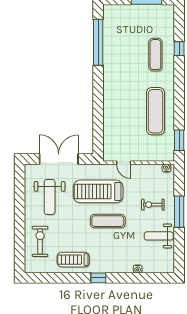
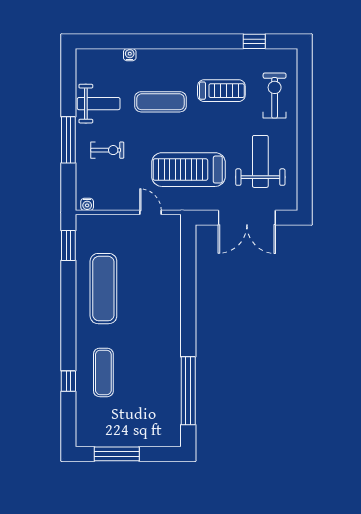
treadmill: (98, 191) -> (188, 170), turned 180
exercise mat: (108, 221) -> (160, 102), moved
exercise bike: (40, 241) -> (275, 96), turned 180
treadmill: (73, 260) -> (221, 91), moved
window: (98, 278) -> (254, 41), moved

